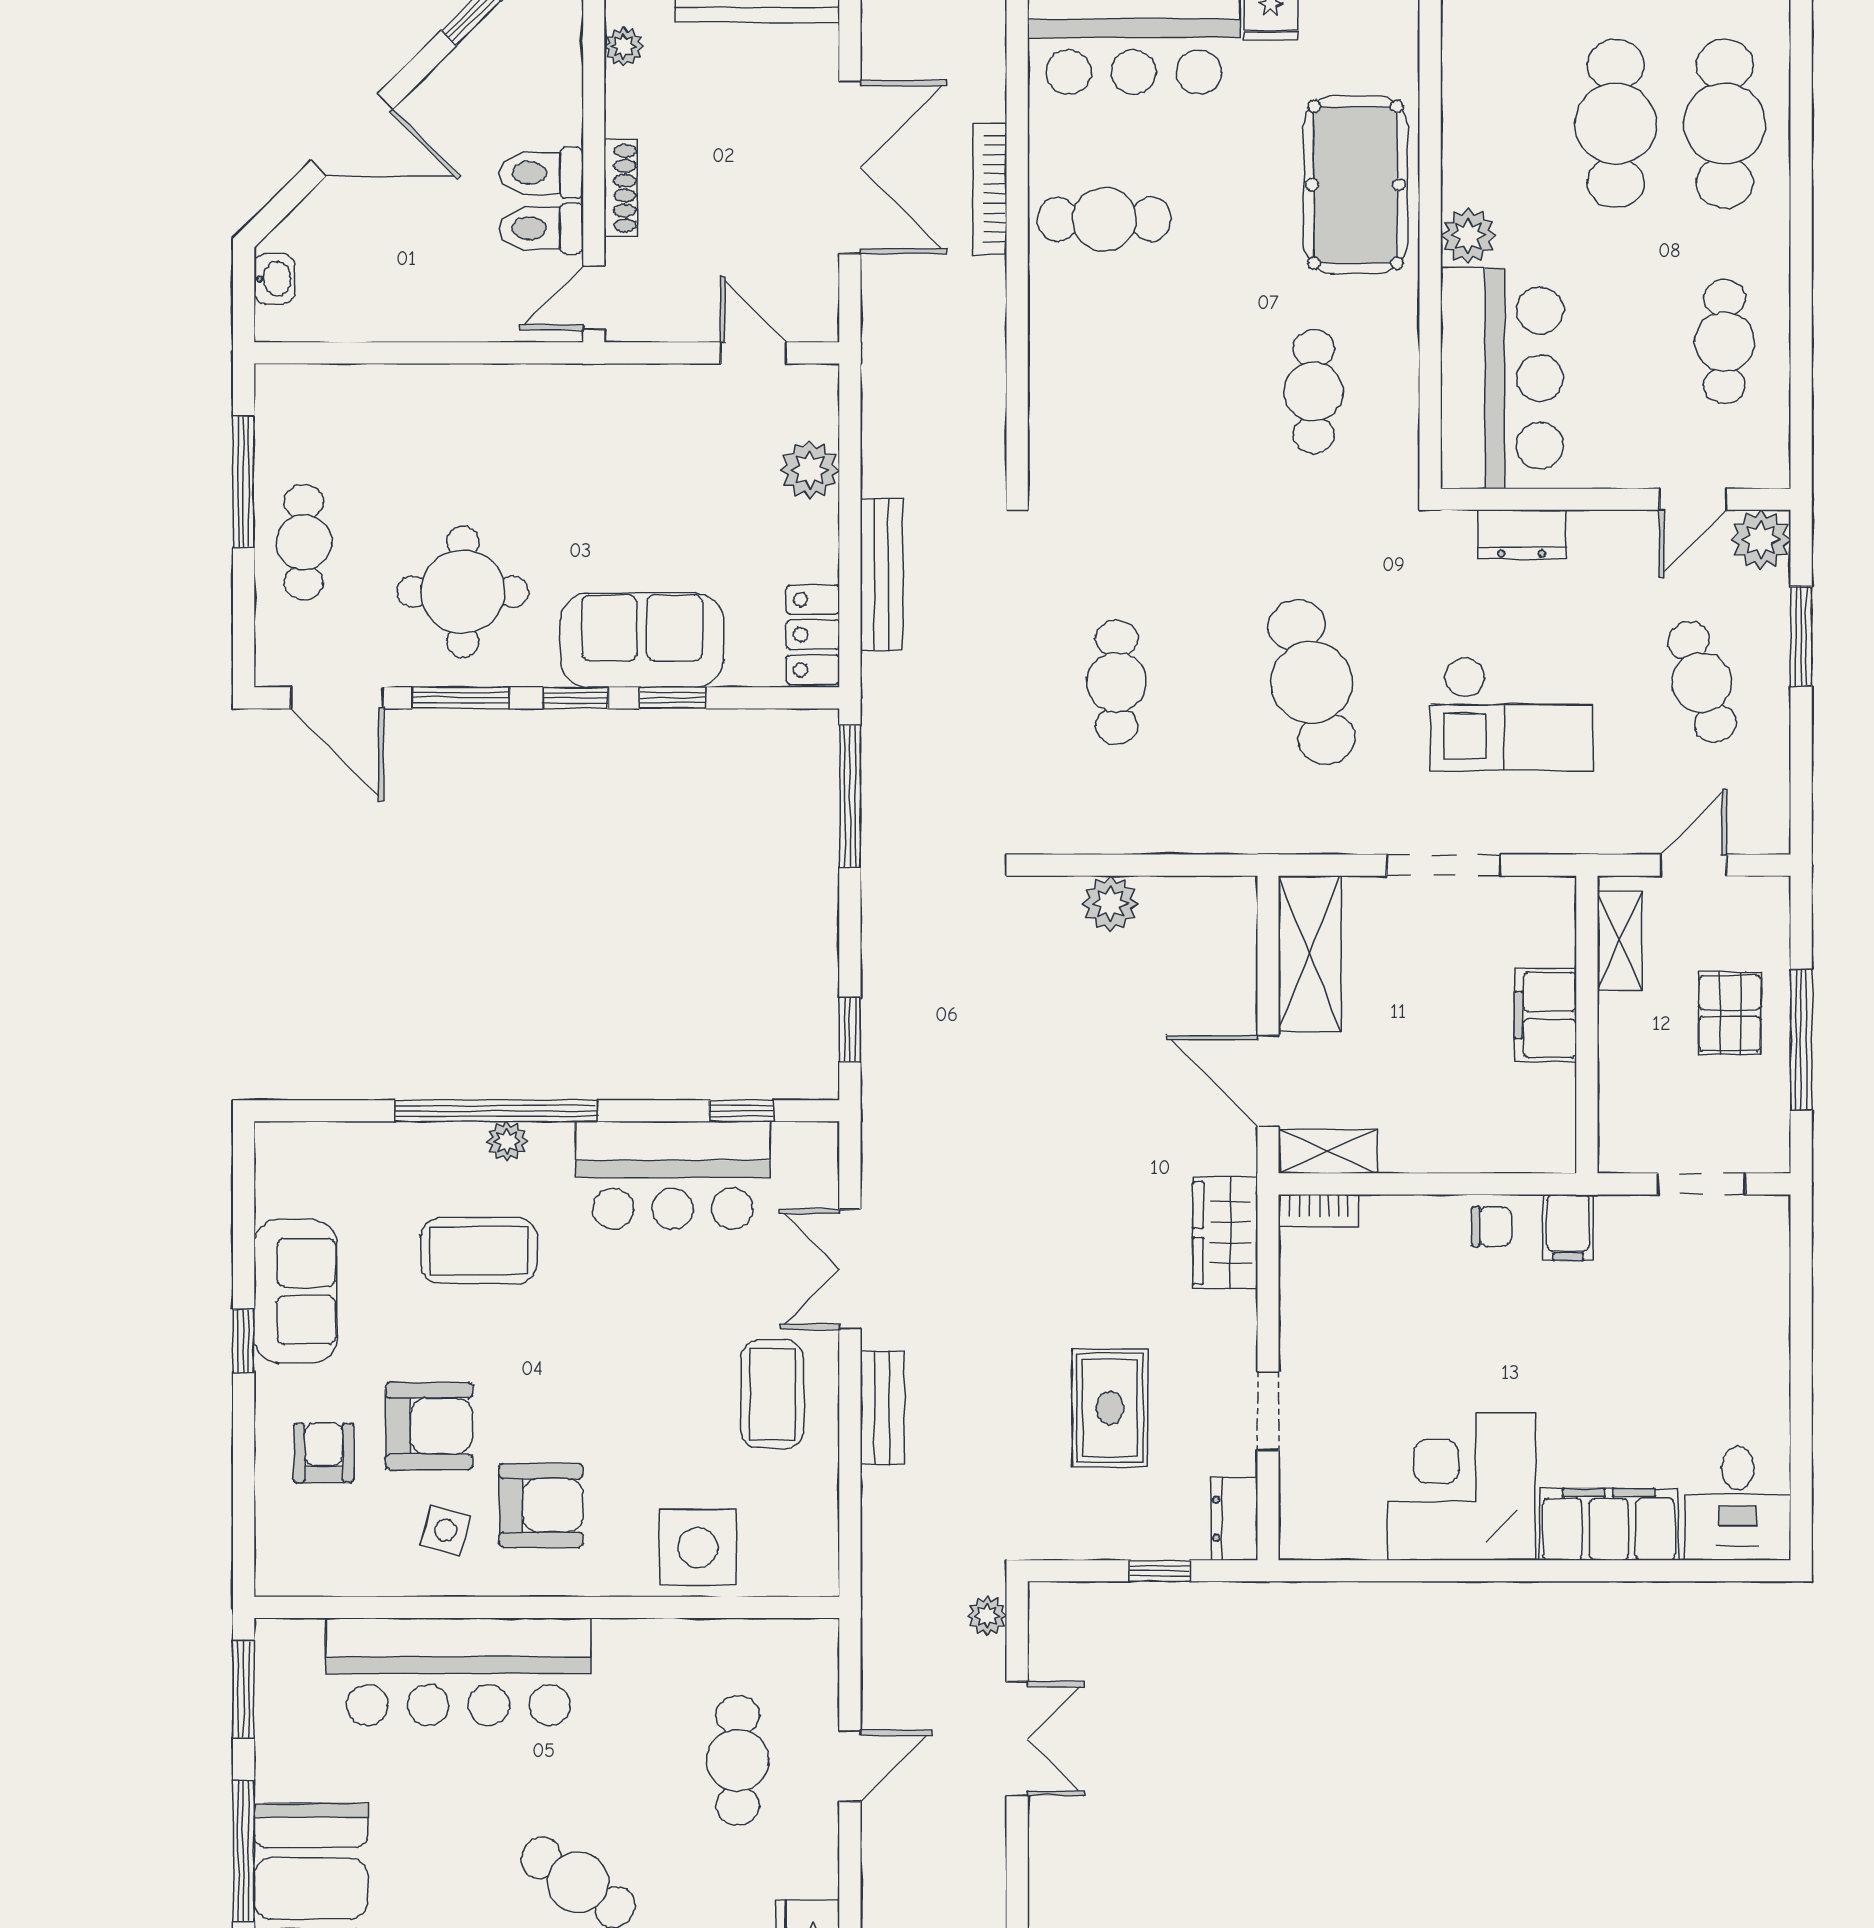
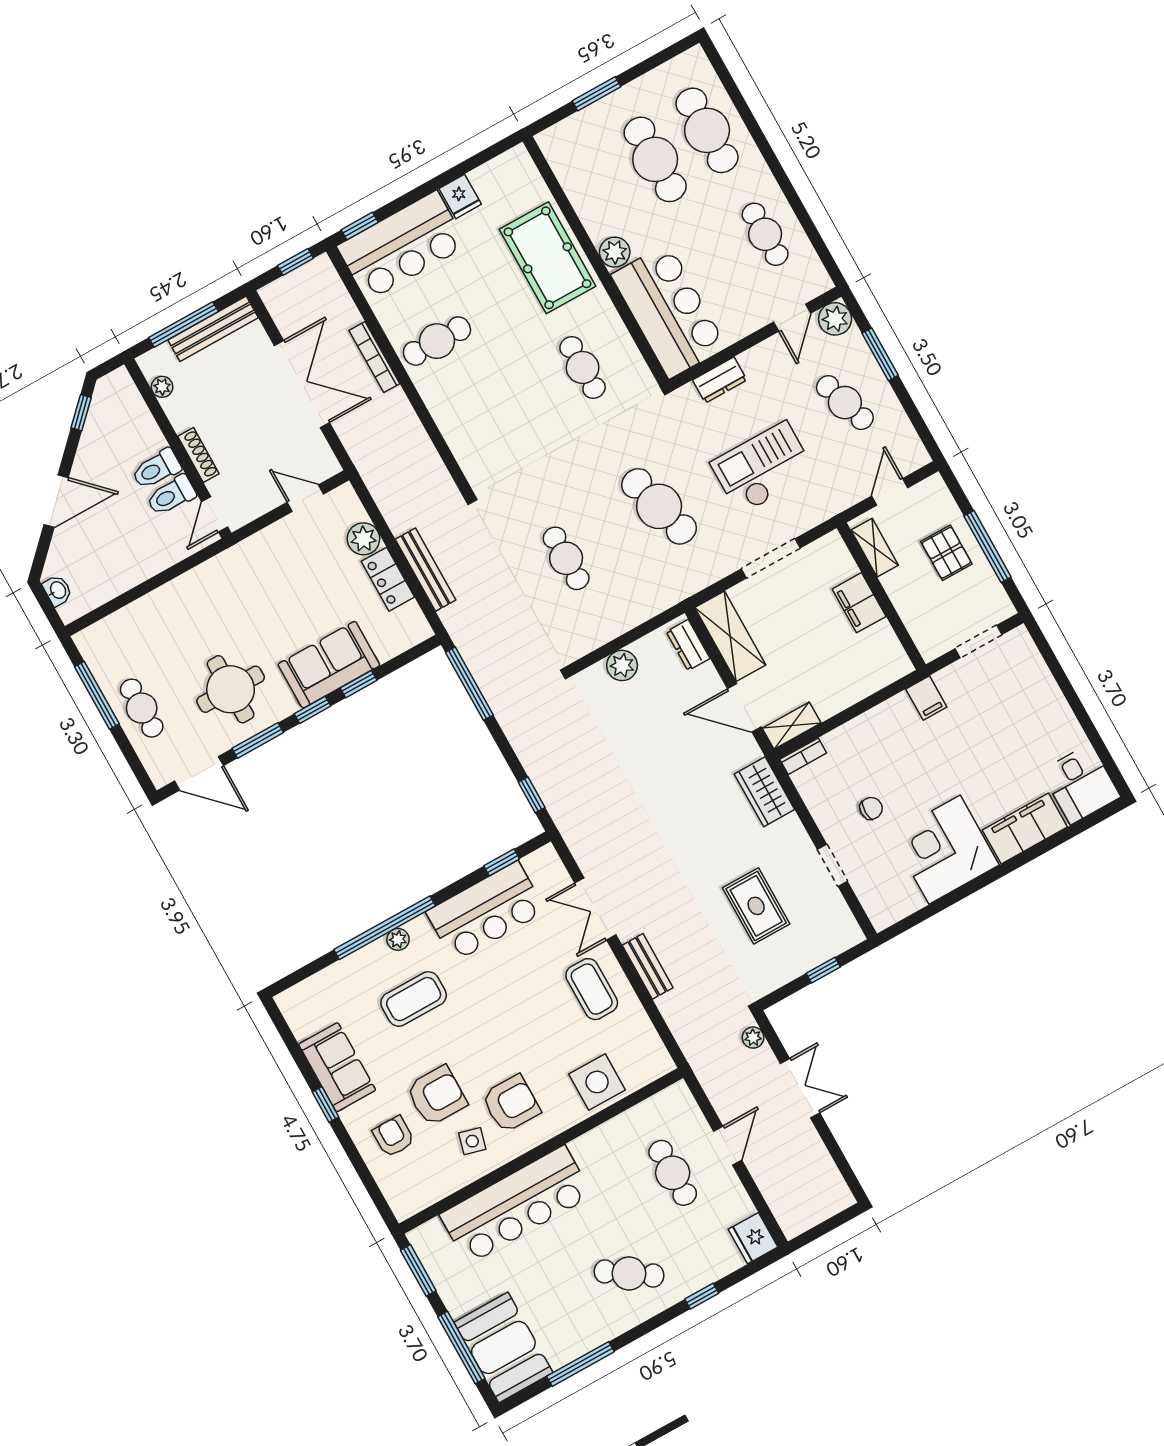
locker: (813, 635) -> (388, 579), moved
checkout: (1512, 714) -> (763, 468), turned 180
chair: (1492, 1226) -> (871, 808), moved
dresser: (1234, 1519) -> (688, 645), moved

